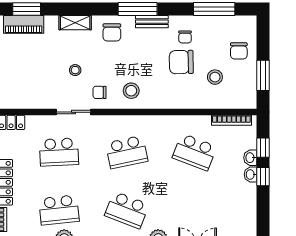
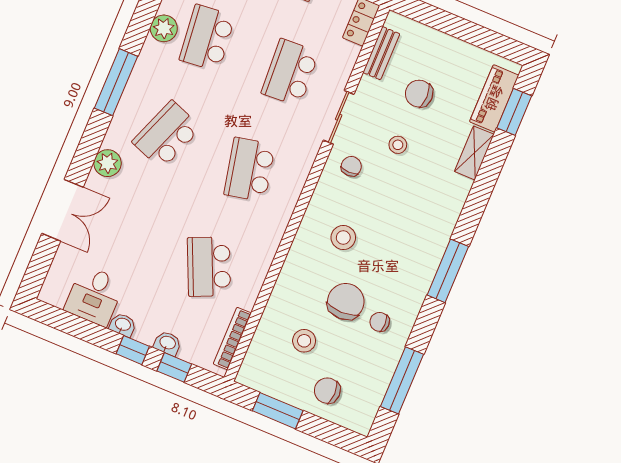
bench: (152, 22) -> (381, 53), moved
shelving: (75, 23) -> (474, 153), moved
chair: (112, 32) -> (419, 94), moved
stool: (131, 91) -> (343, 238), moved
school desk: (195, 152) -> (209, 267), turned -45
washbasin: (251, 174) -> (123, 325), moved
desk: (240, 213) -> (94, 296), added

